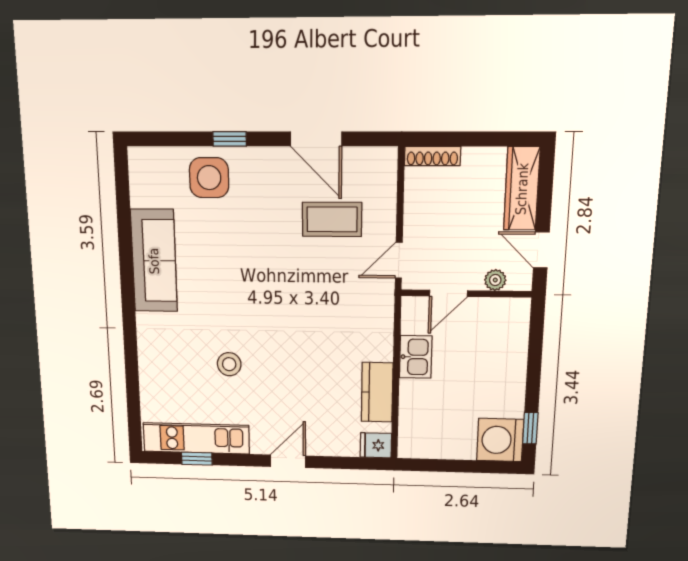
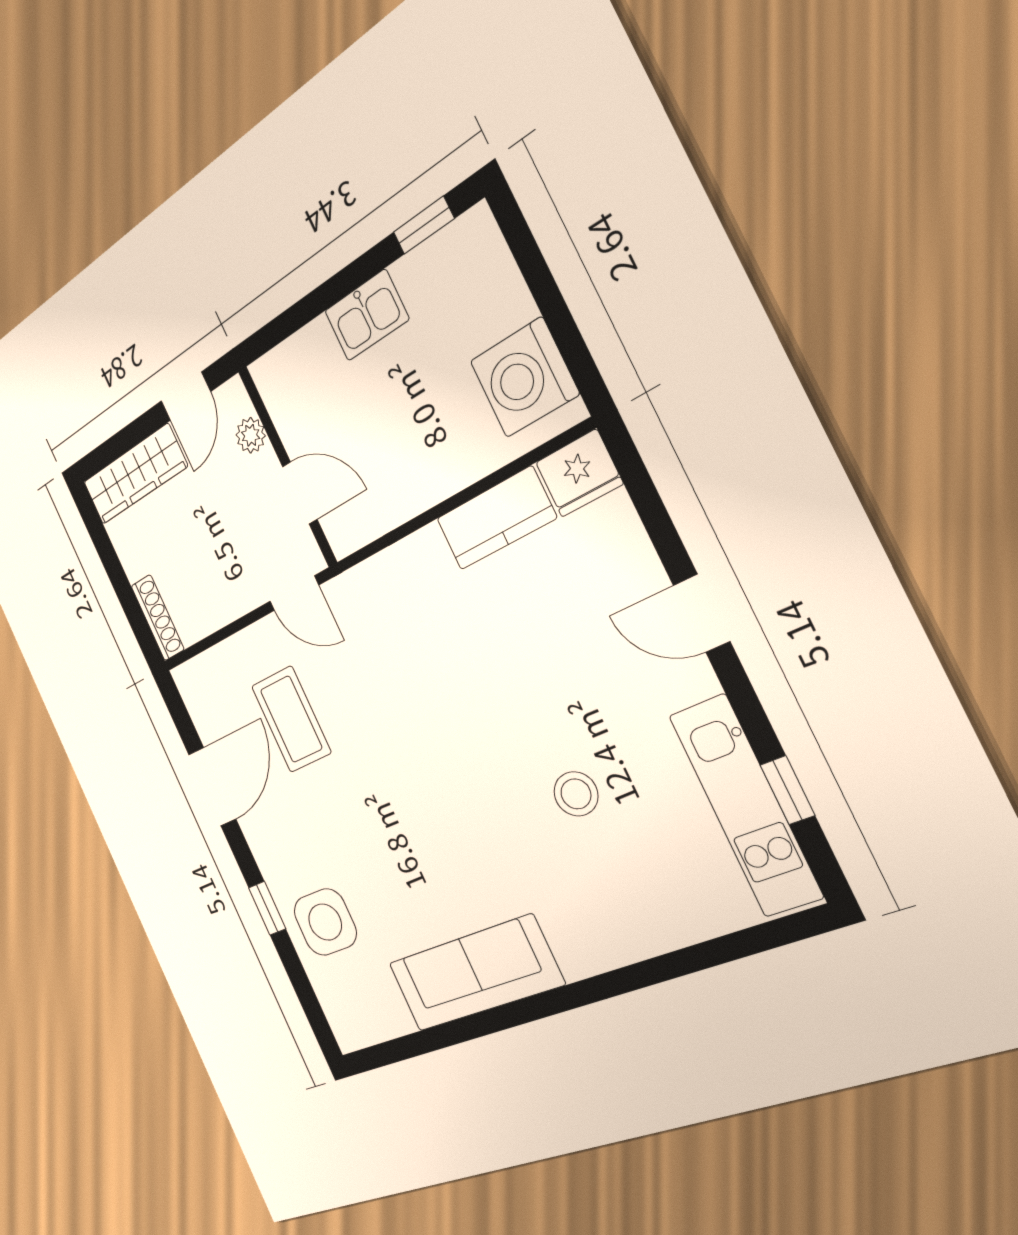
kitchen sink: (416, 357) -> (367, 315), moved, turned 180
washing machine: (500, 440) -> (524, 377), moved, turned 90
fridge: (376, 445) -> (579, 473), width x1.38

